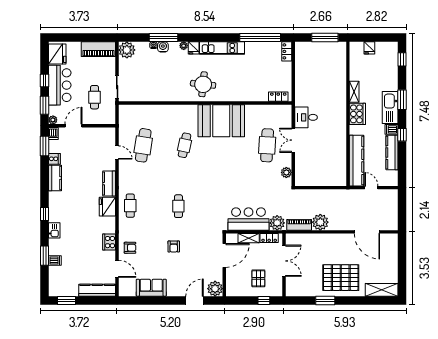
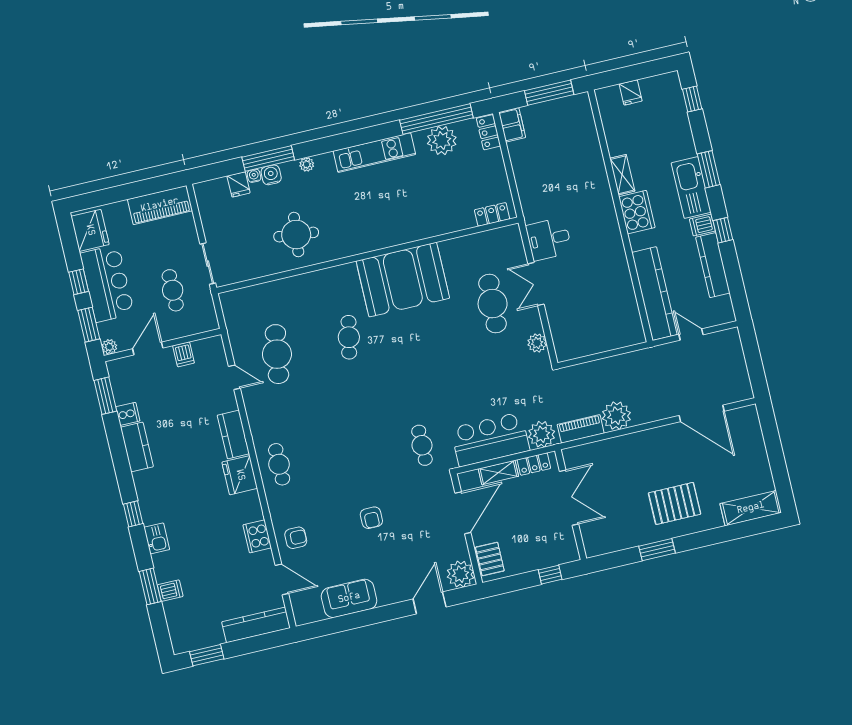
fridge: (194, 48) -> (239, 184), moved
plant: (127, 50) -> (442, 140), moved
filing cabinet: (301, 50) -> (512, 125), added
round table: (203, 84) -> (296, 235), moved
dishwasher: (53, 133) -> (184, 354), moved
cafe table: (178, 206) -> (422, 445), moved
pallet: (258, 278) -> (490, 559), moved
pallet: (341, 278) -> (675, 503), width x0.73, depth x0.71

